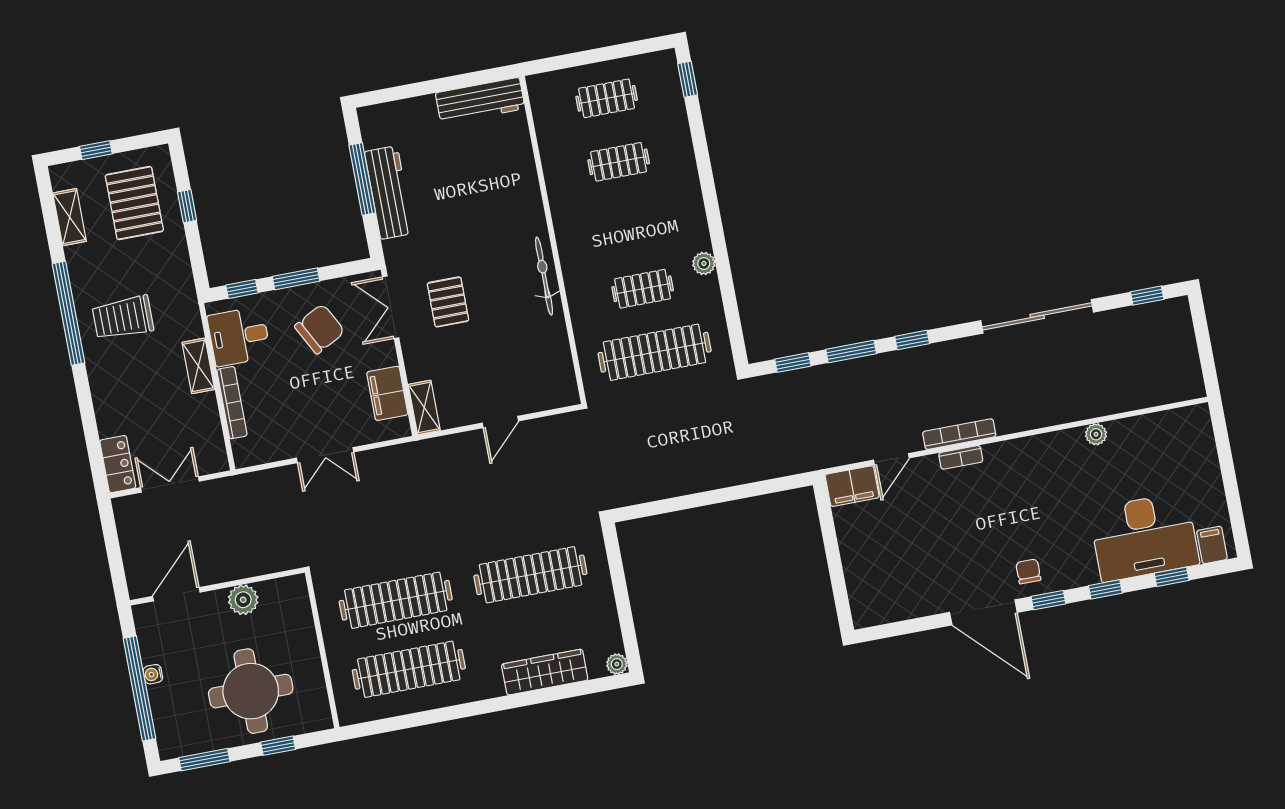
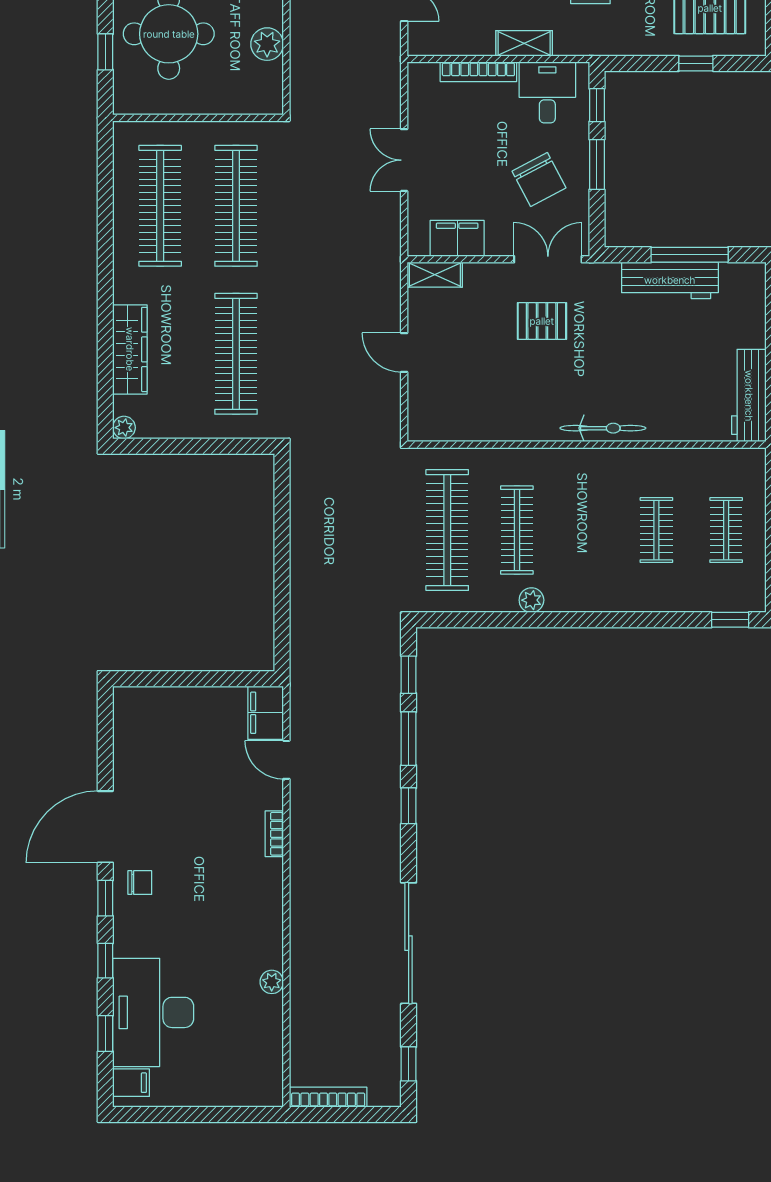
bicycle: (544, 276) -> (603, 428), moved
clothes rail: (643, 289) -> (517, 530), width x1.36
bookcase: (959, 434) -> (328, 1097), moved, turned -90

